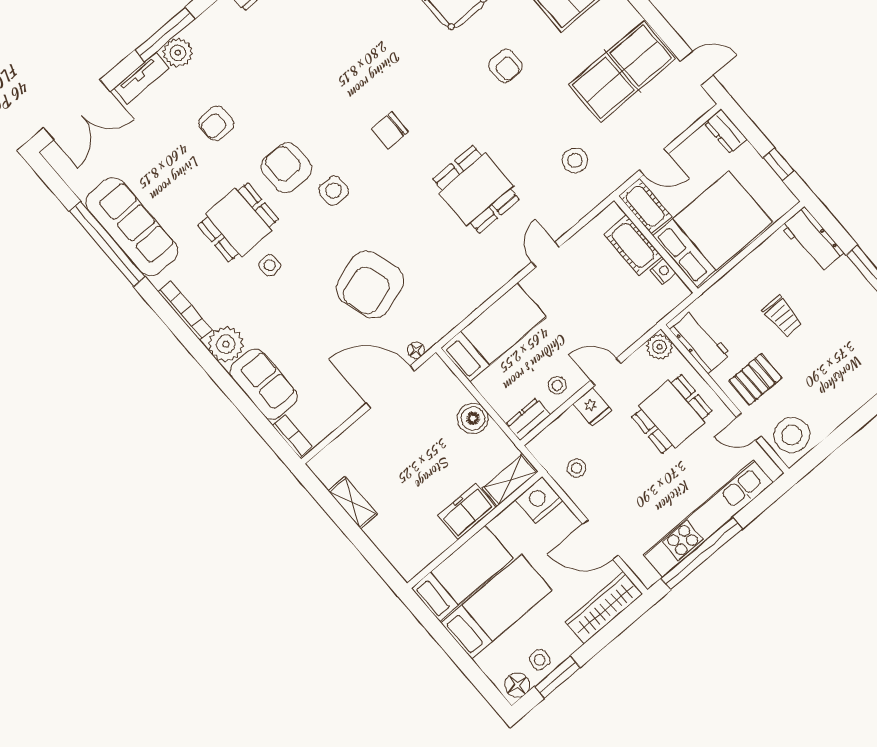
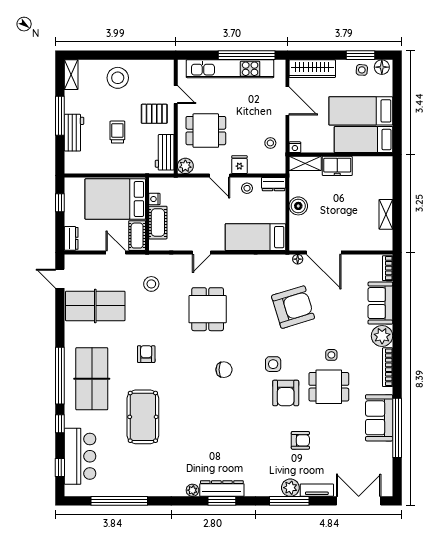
sofa: (132, 227) -> (379, 418), width x0.73
workbench: (812, 240) -> (74, 133), moved
stool: (792, 435) -> (118, 78), moved
nightstand: (539, 500) -> (295, 147), width x0.53, depth x0.56

